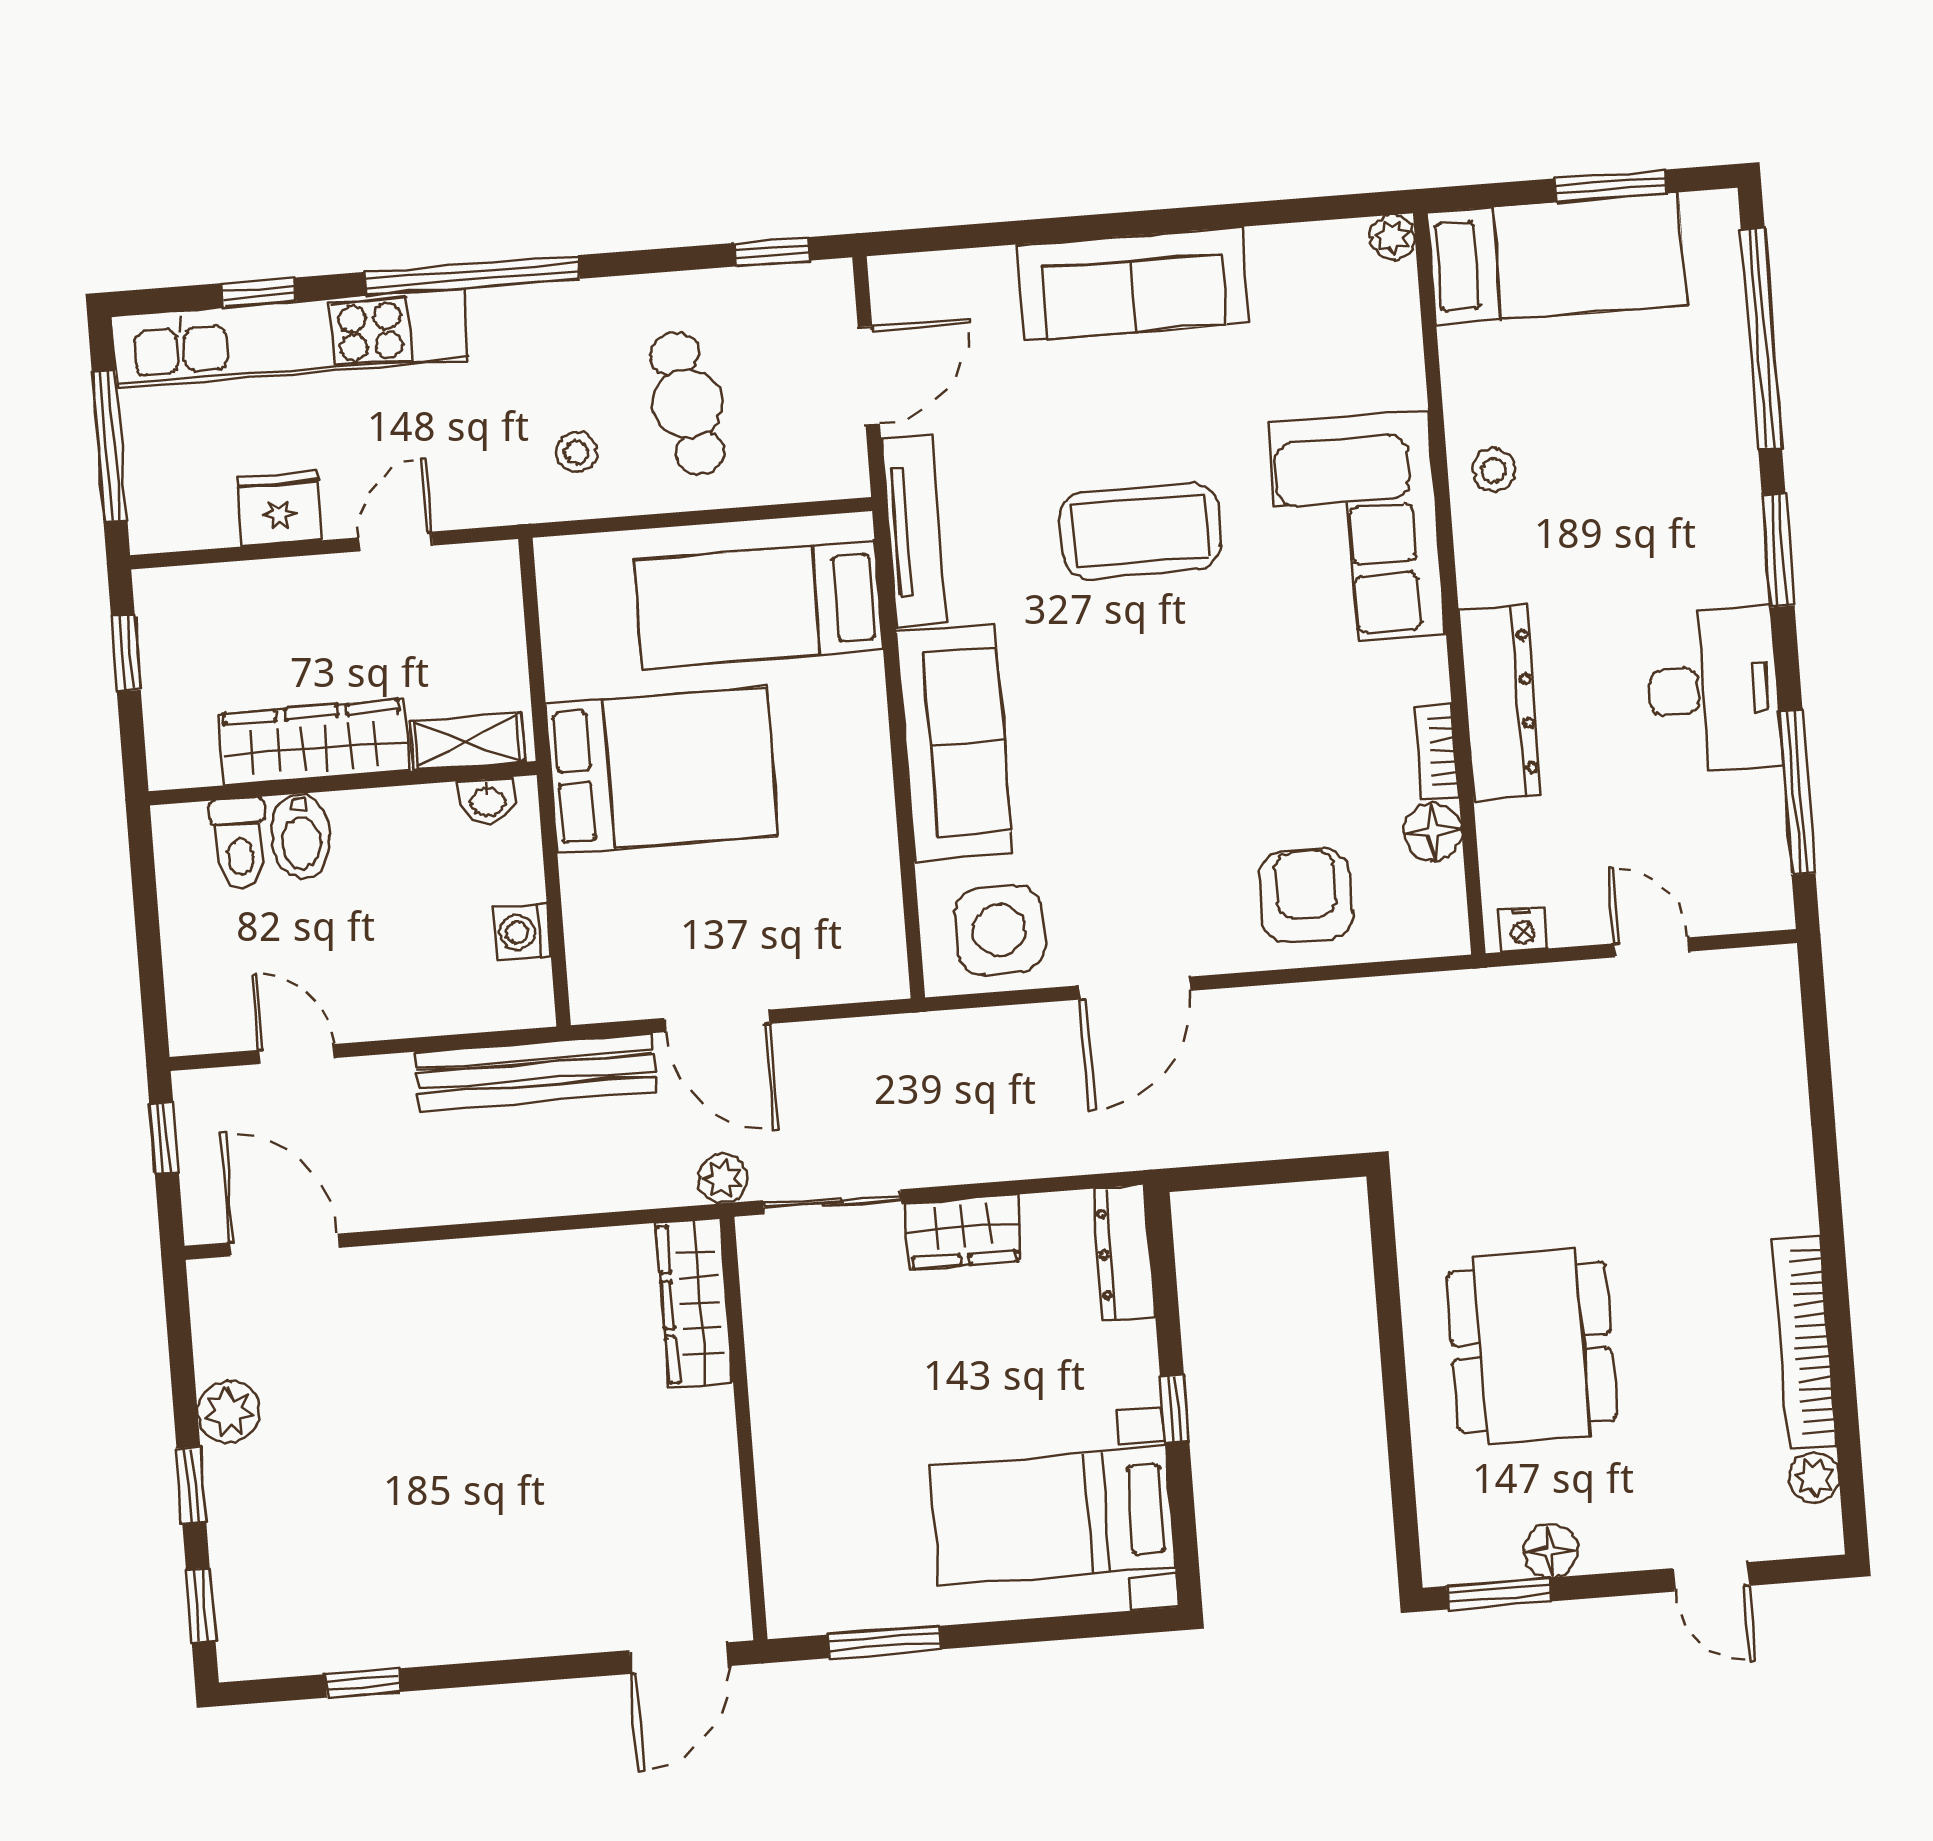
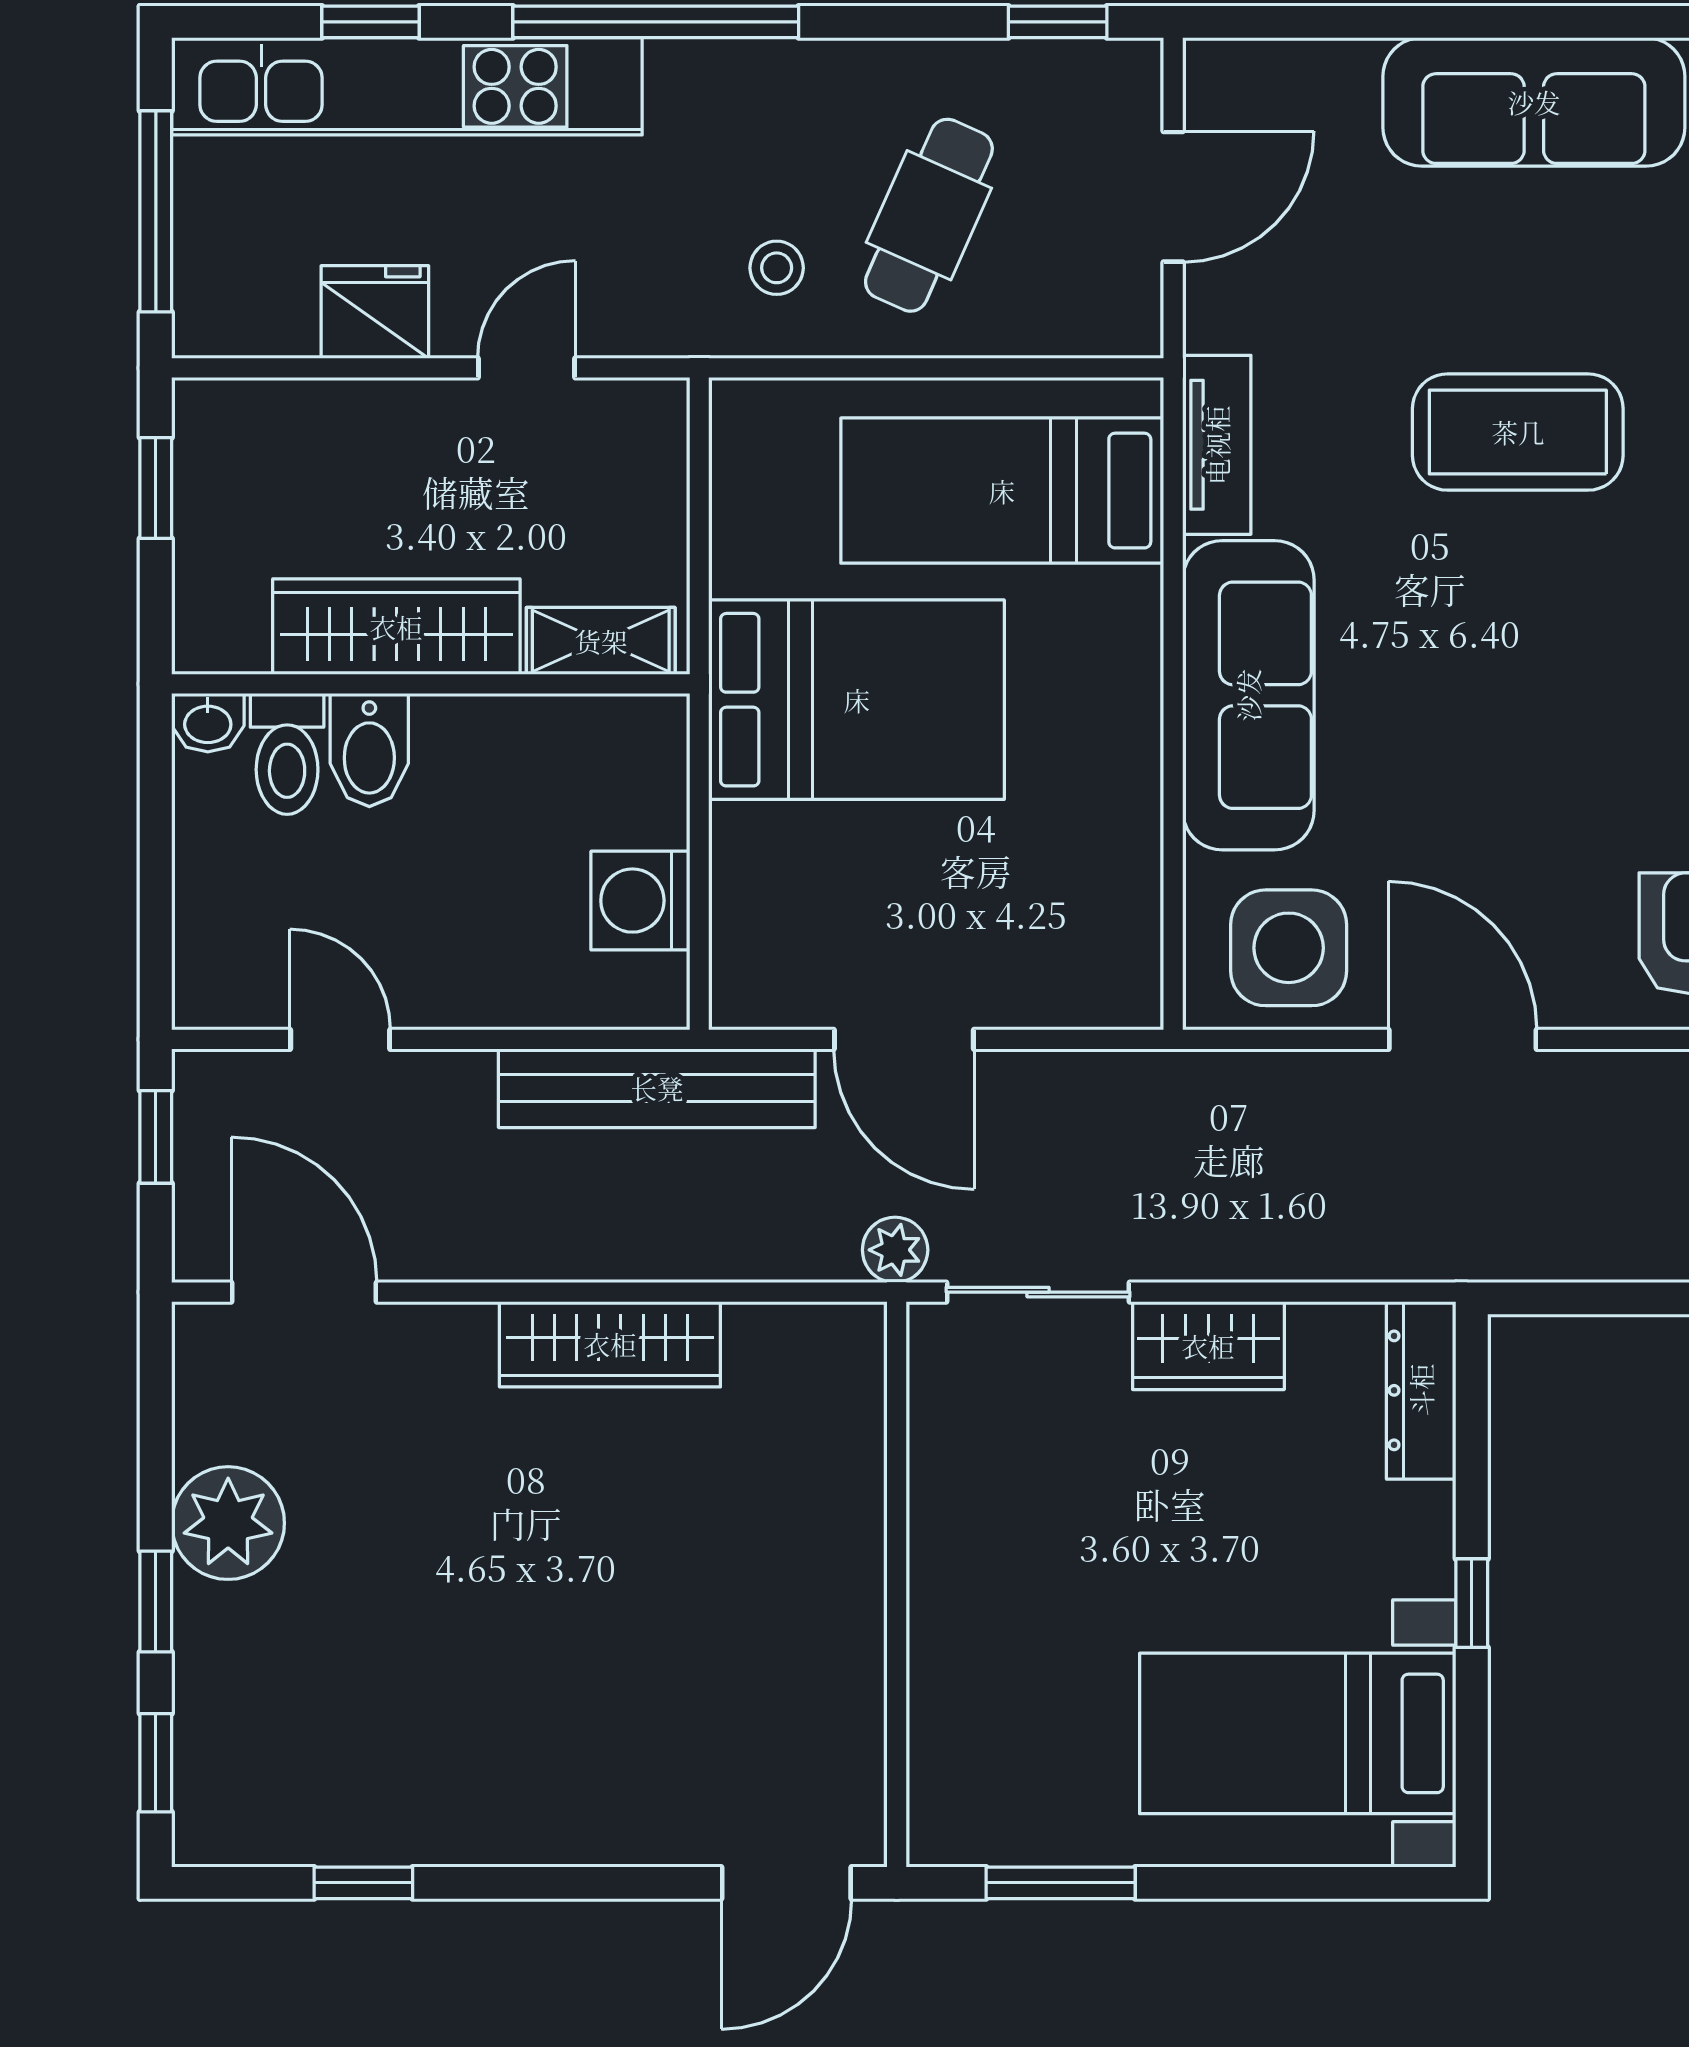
cafe table: (687, 404) -> (929, 215), turned 34
tv unit: (914, 531) -> (1217, 445), width x0.71
washbasin: (488, 801) -> (208, 723), moved
washing machine: (522, 932) -> (640, 901), width x1.38, depth x1.38
door: (1135, 988) -> (1463, 1039), swing flipped
wardrobe: (695, 1303) -> (610, 1344), moved, turned -90
plant: (229, 1412) -> (228, 1523), width x1.36, depth x1.36

